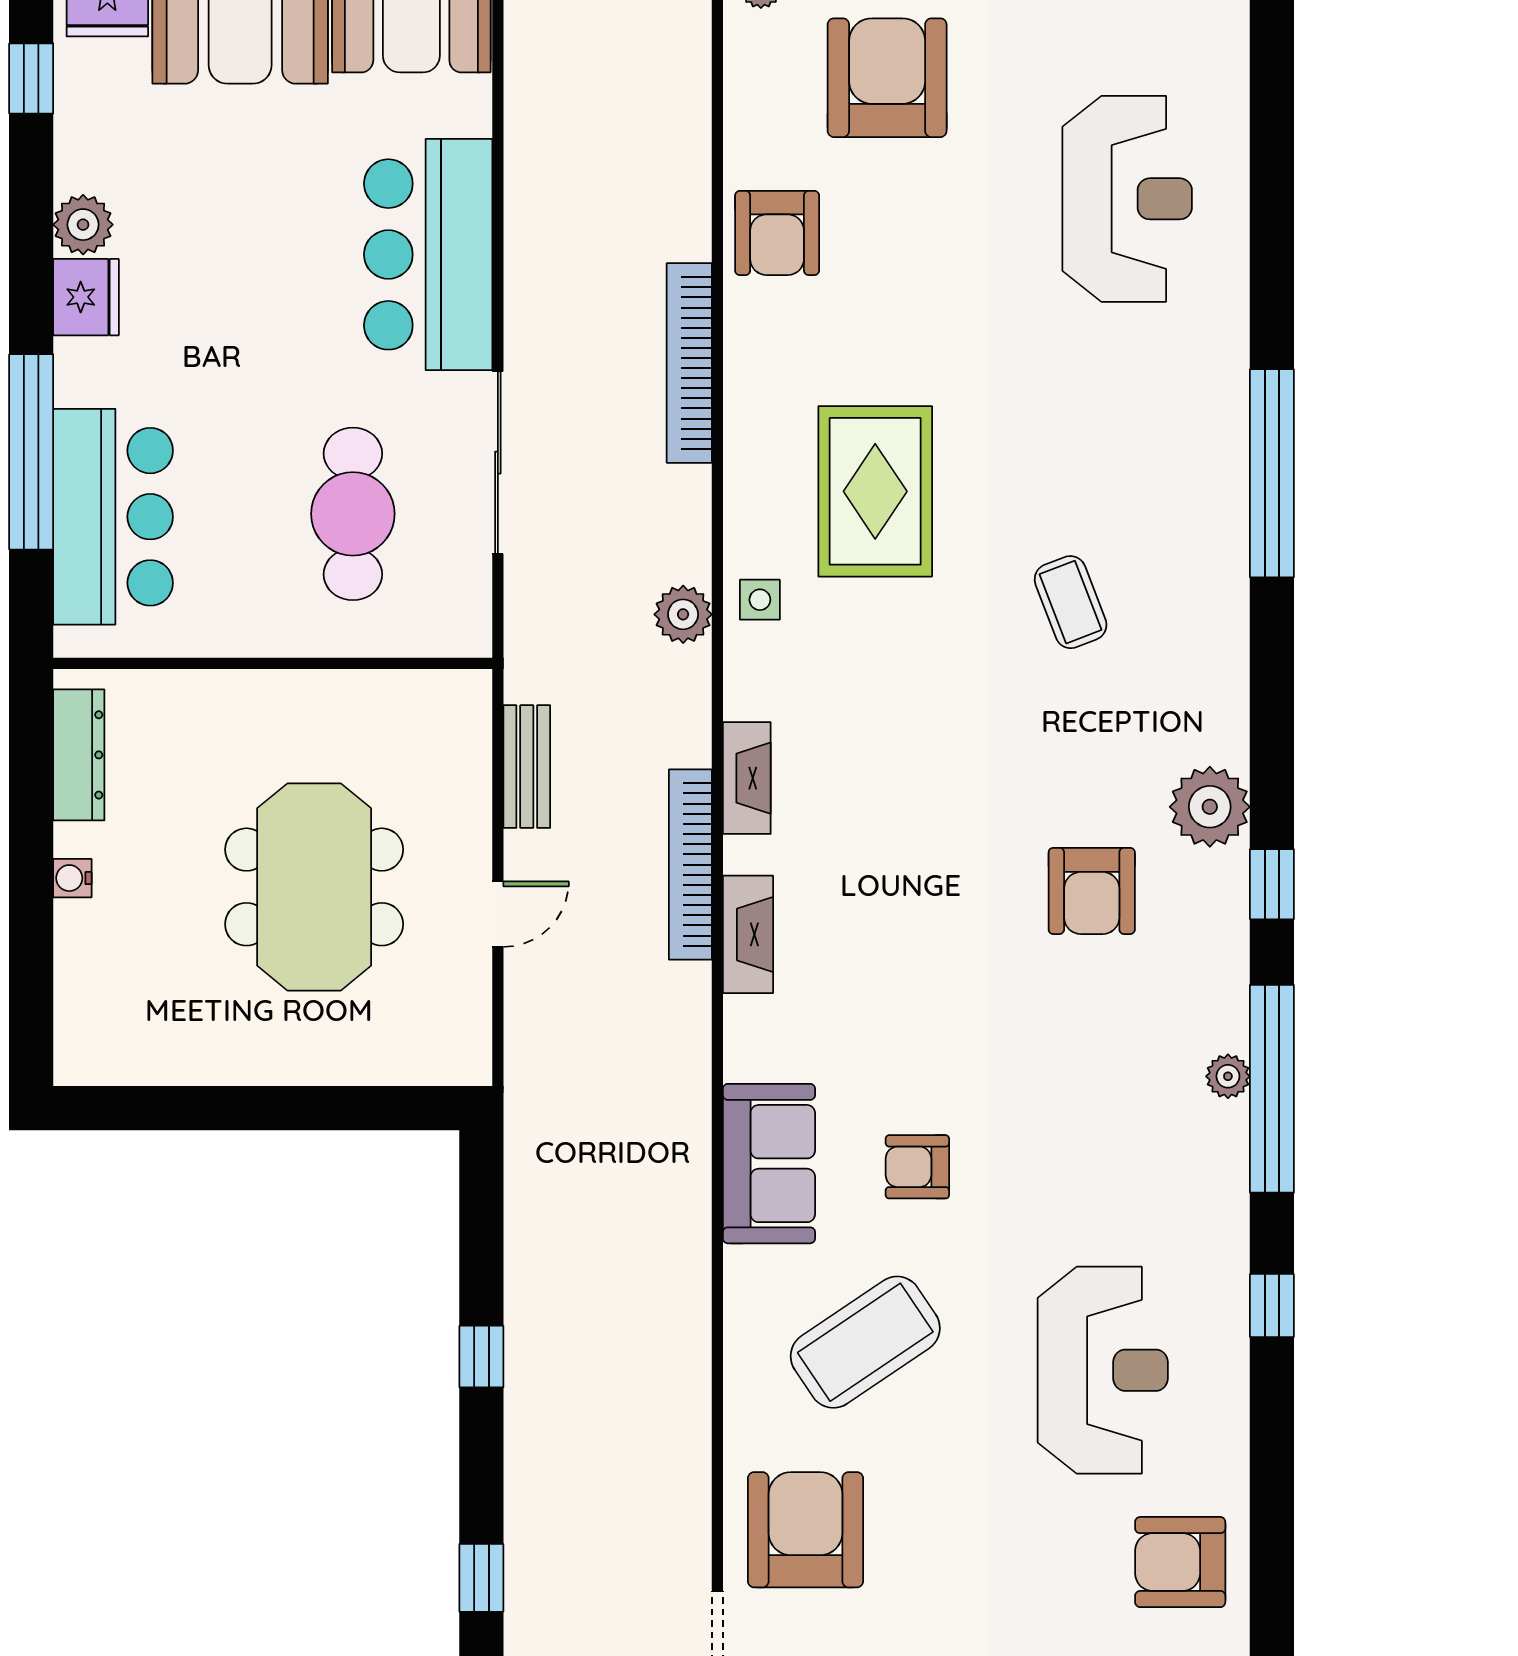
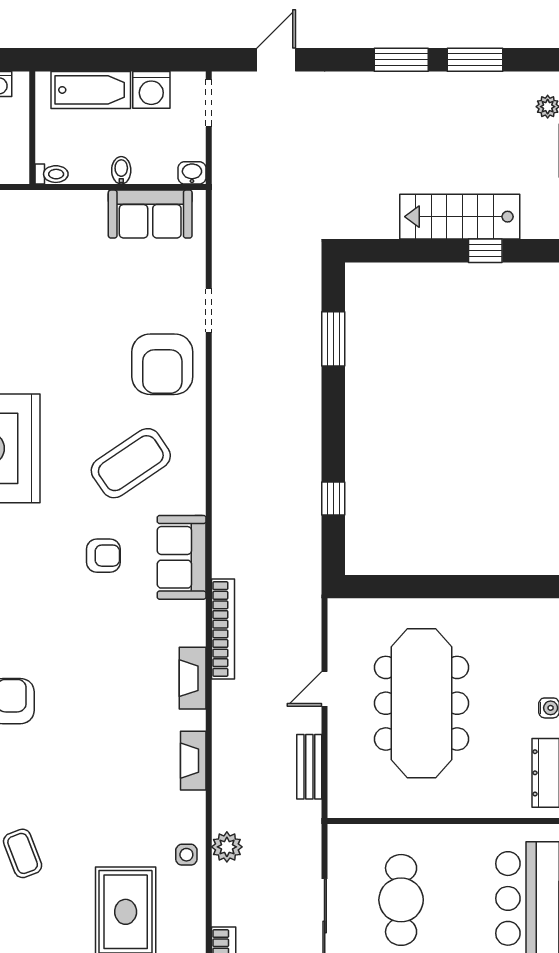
bookcase: (690, 865) -> (223, 629), moved
meeting table: (314, 887) -> (421, 703), width x1.36
window: (481, 1357) -> (333, 499), moved
window: (481, 1578) -> (333, 339), width x1.50

